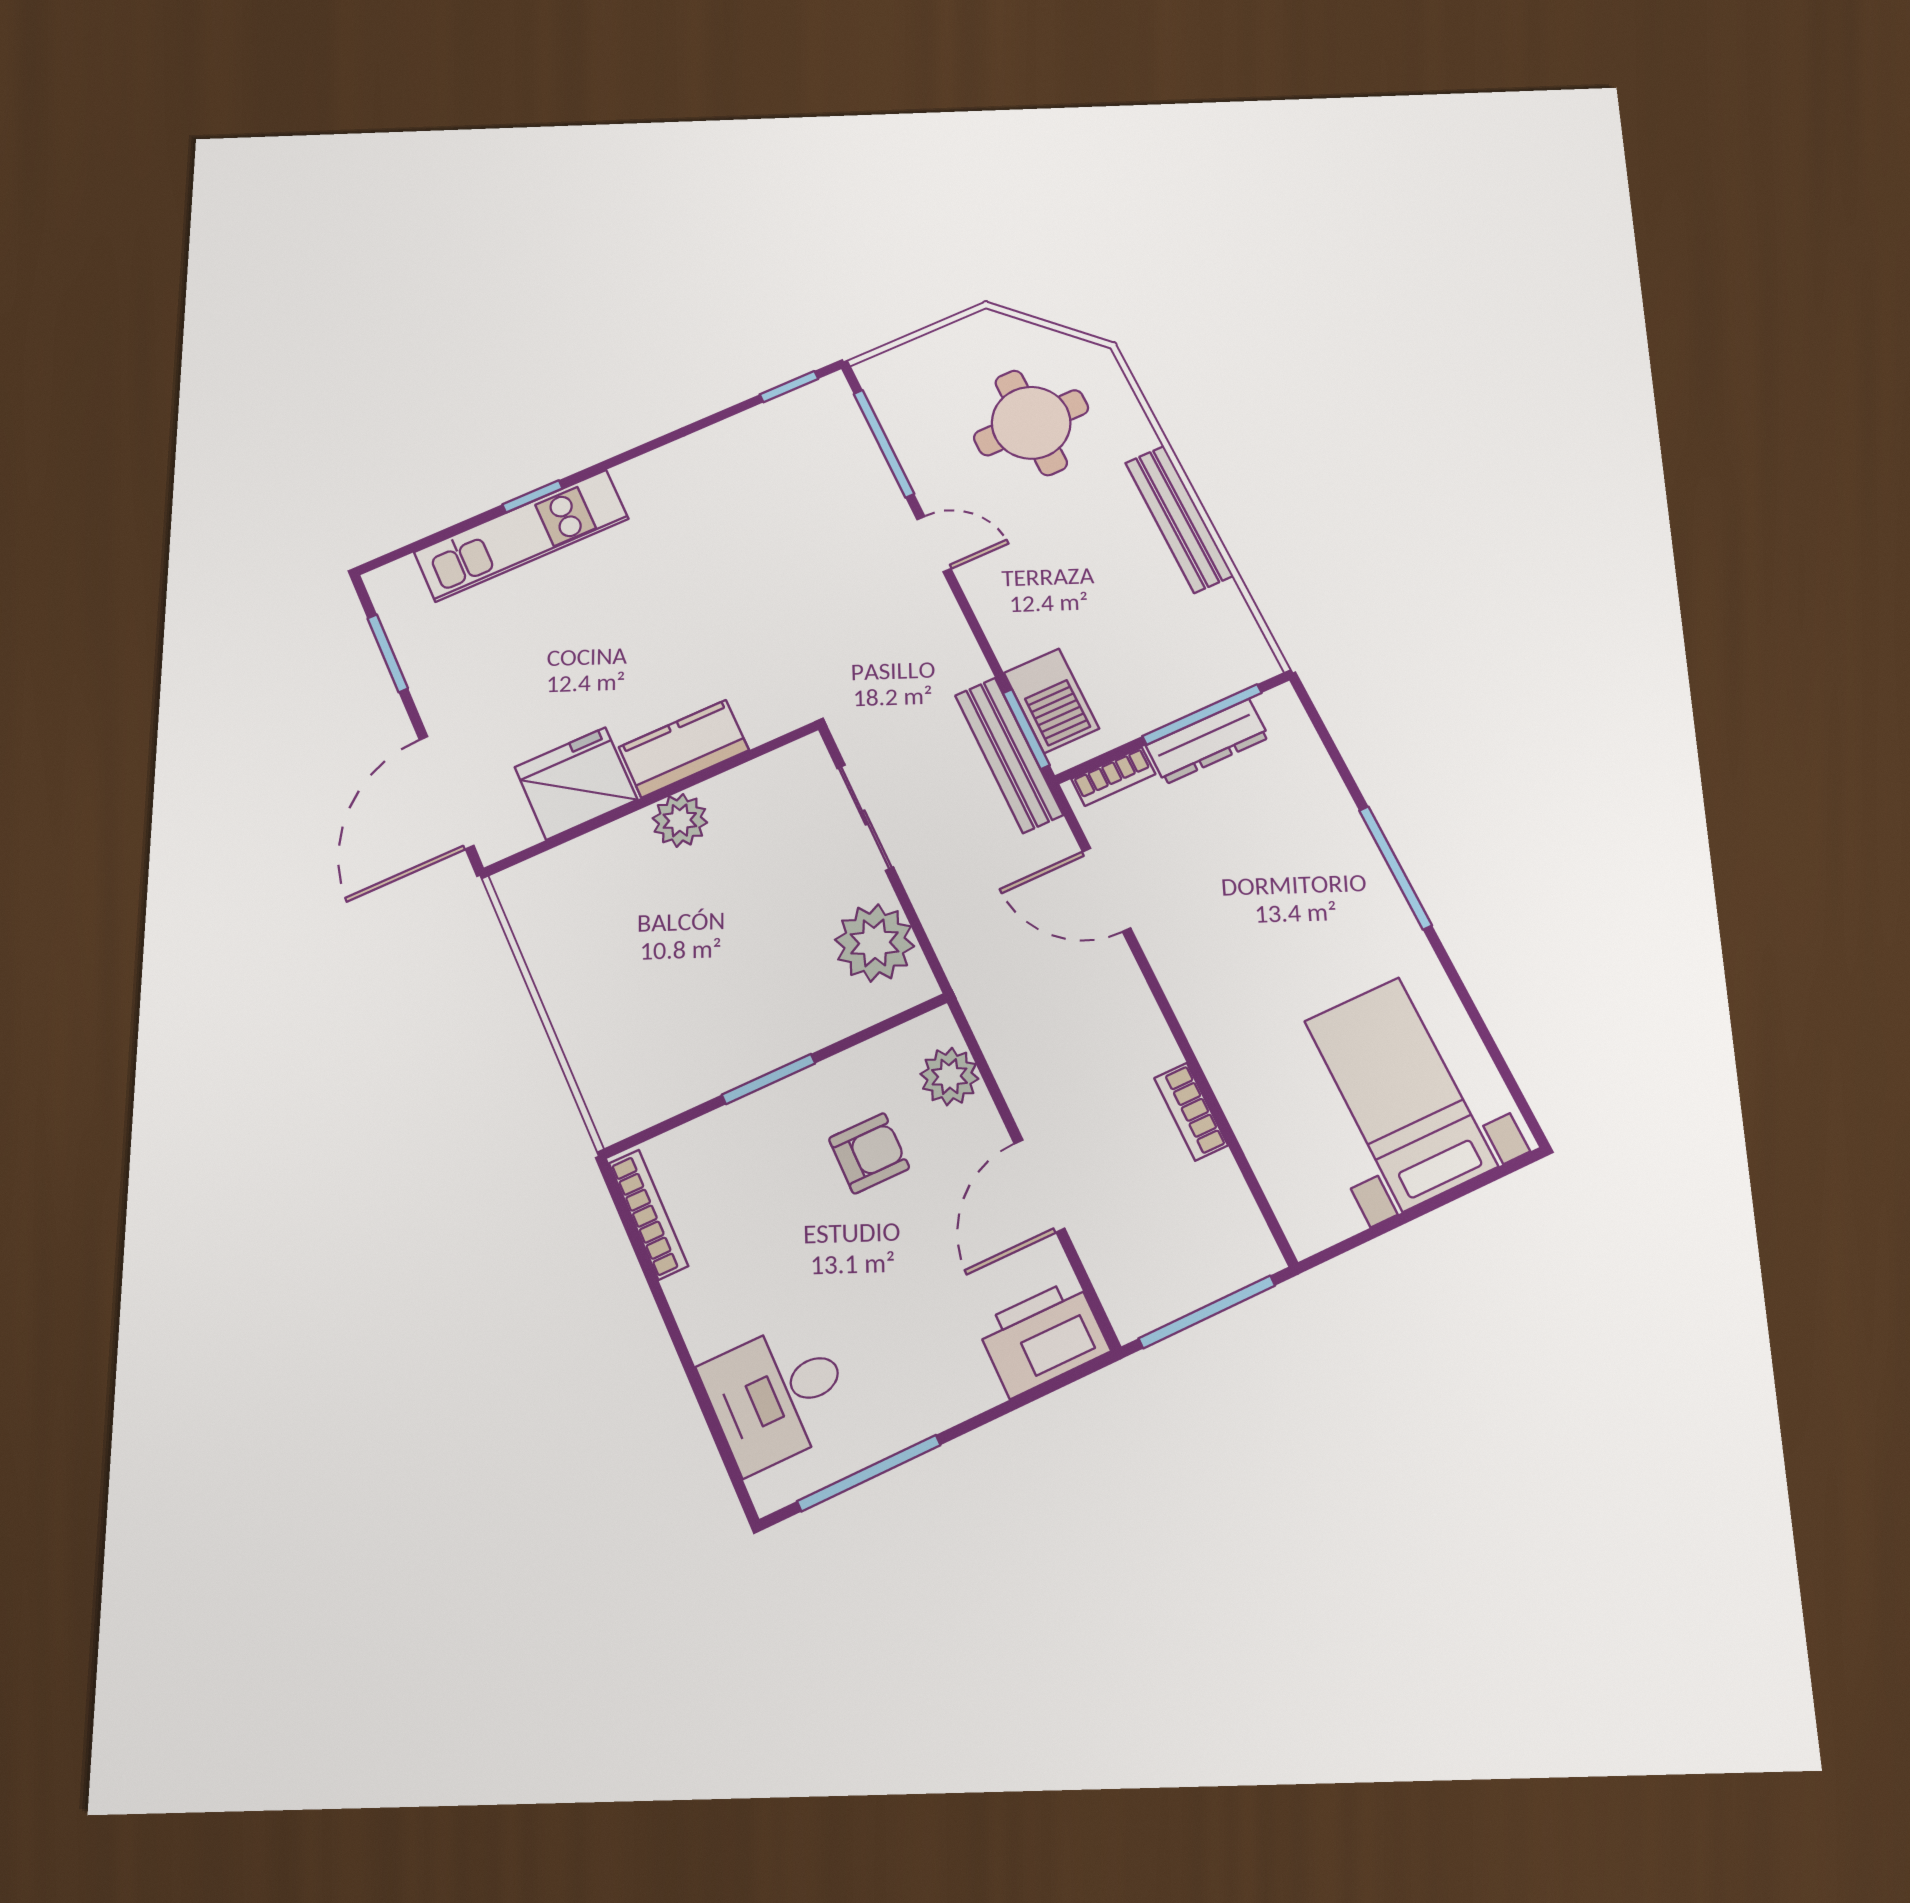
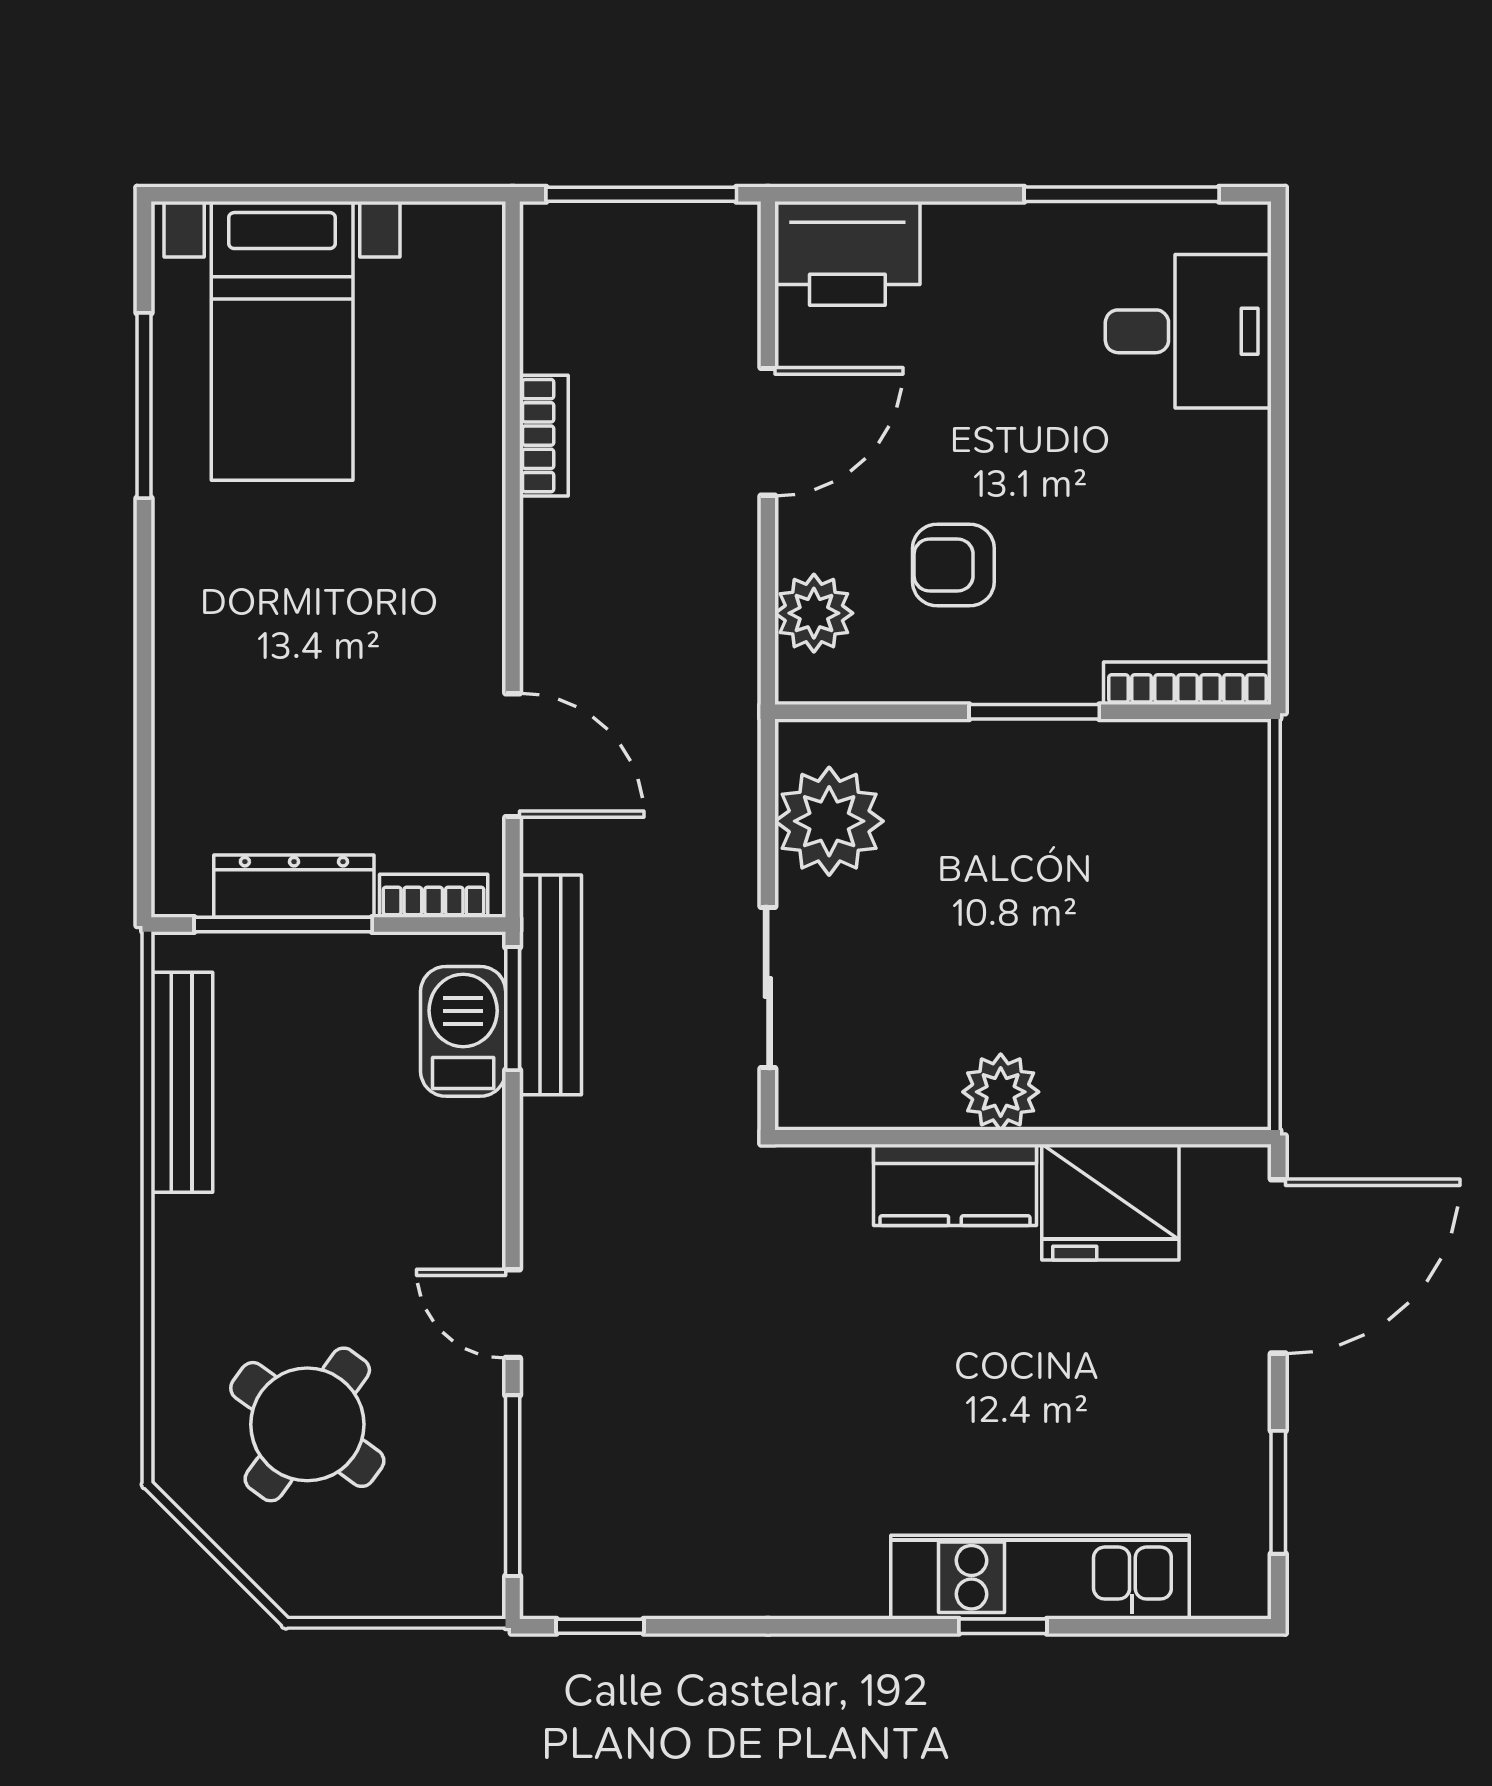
round table: (1031, 423) -> (307, 1424), turned 36
bench: (1179, 519) -> (182, 1082), moved
window: (1395, 868) -> (144, 406), moved
bookcase: (648, 1214) -> (1187, 683), moved, turned 90

